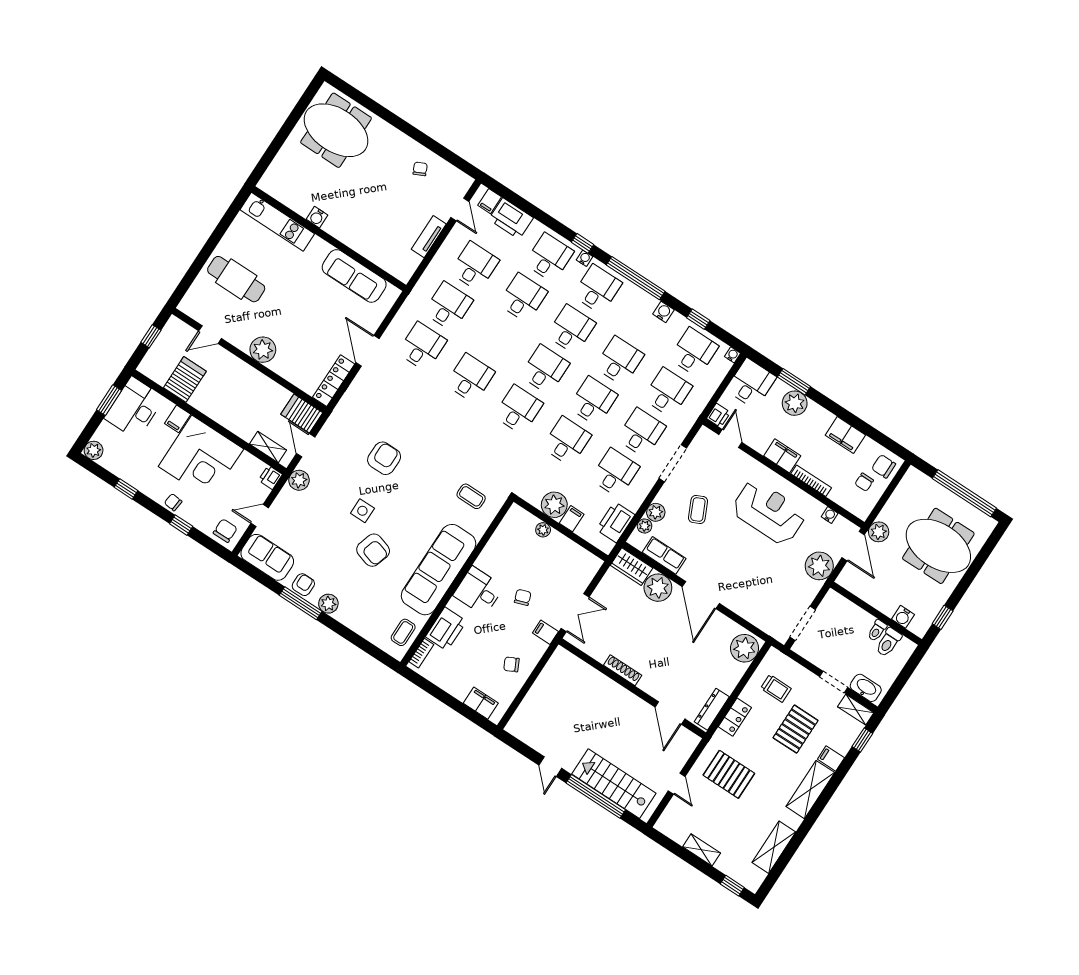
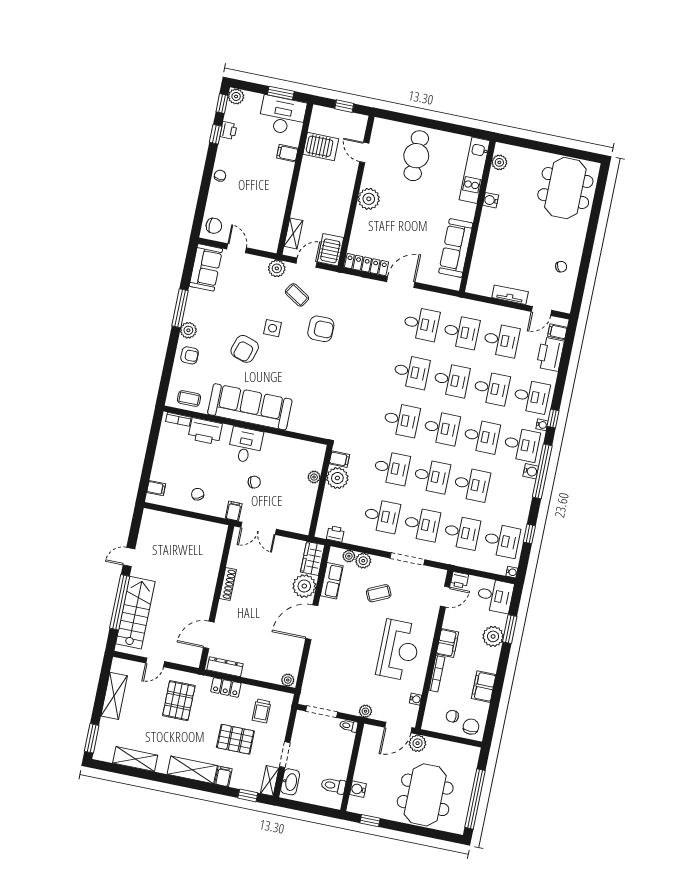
plant: (279, 191) -> (499, 162), added
water cooler: (663, 312) -> (531, 471), moved
desk: (497, 338) -> (451, 380), added
corner desk: (201, 458) -> (264, 184), removed
printer: (270, 477) -> (228, 130), moved, turned 90
coffee table: (471, 496) -> (297, 295), moved, turned -58
filing cabinet: (572, 519) -> (339, 459), moved
printer: (615, 522) -> (335, 534), width x0.53, depth x0.68
window: (181, 525) -> (222, 104), moved
plant: (819, 566) -> (365, 711), width x0.53, depth x0.53
armchair: (303, 585) -> (190, 355), moved
toilet: (877, 630) -> (349, 726), moved
plant: (744, 648) -> (288, 680), width x0.53, depth x0.53
filing cabinet: (481, 703) -> (156, 488), width x0.50
shelving: (702, 850) -> (114, 696), width x1.50, depth x1.33
window: (732, 886) -> (92, 738), width x1.50

